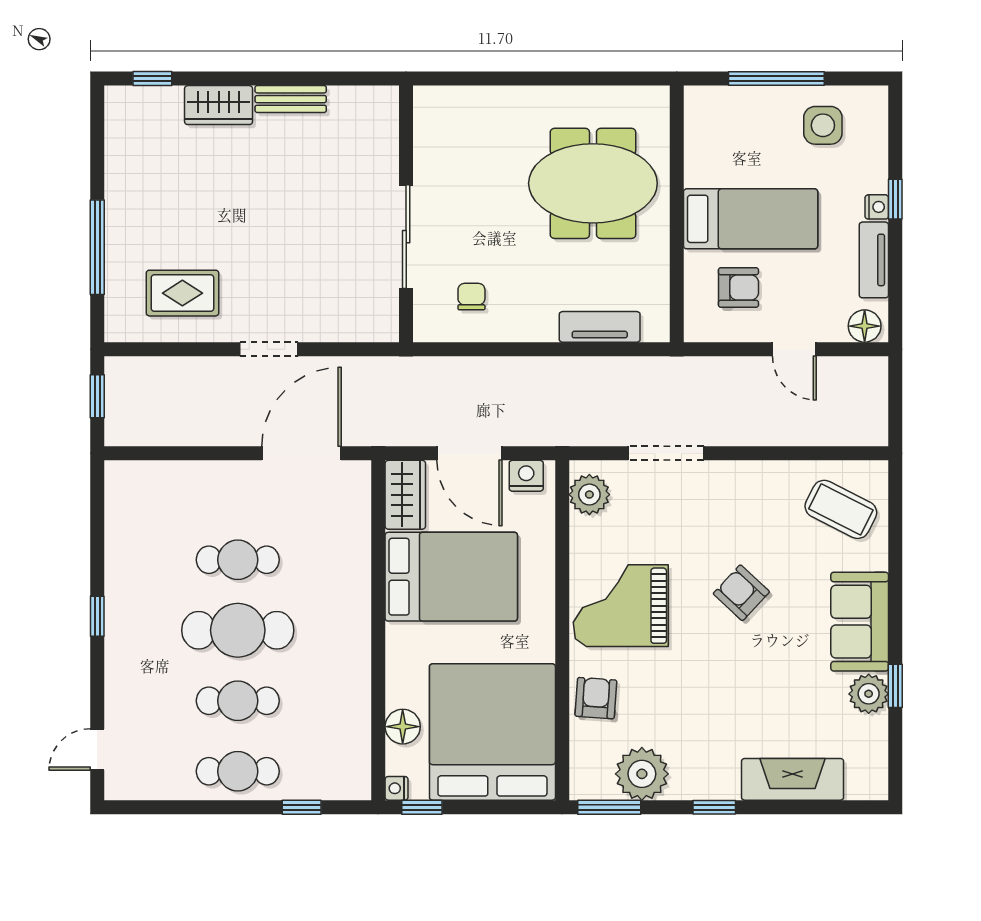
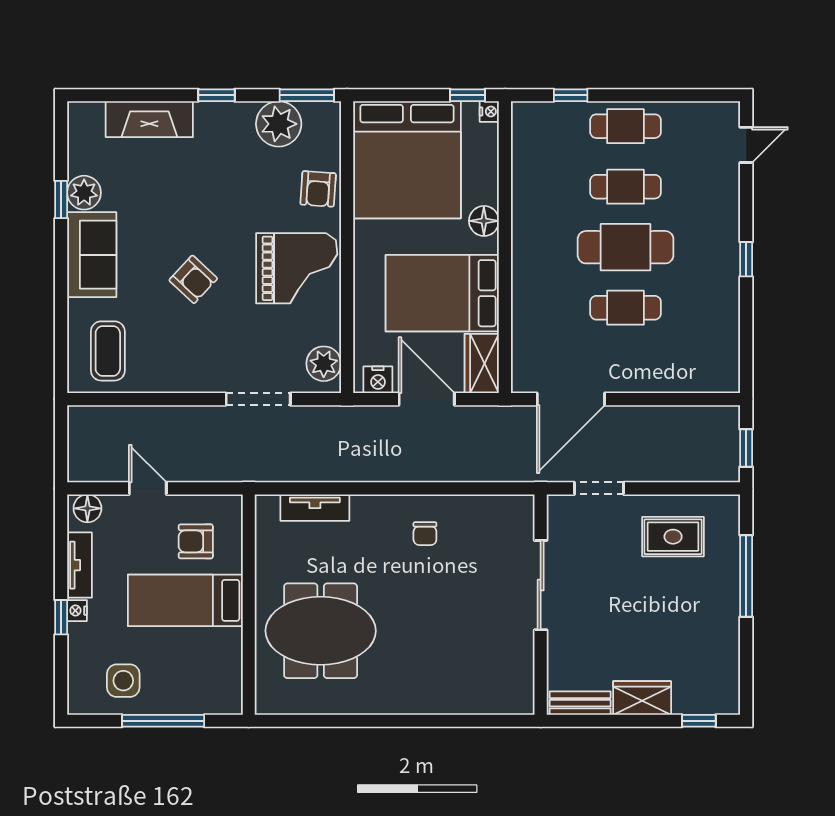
wall: (406, 214) -> (541, 605), moved
sliding door: (406, 237) -> (541, 585), moved
coffee table: (841, 509) -> (108, 351), turned 63
floor lamp: (403, 727) -> (484, 221), moved

